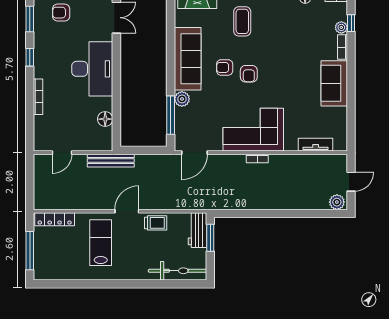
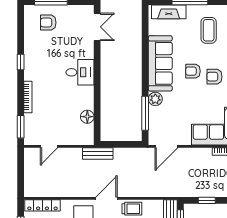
window: (30, 19) -> (21, 127), moved
desk: (92, 69) -> (80, 72), width x0.53, depth x0.77
armchair: (249, 74) -> (214, 77), turned 90
bench: (111, 161) -> (98, 153), width x0.73
window: (240, 213) -> (207, 200), added

